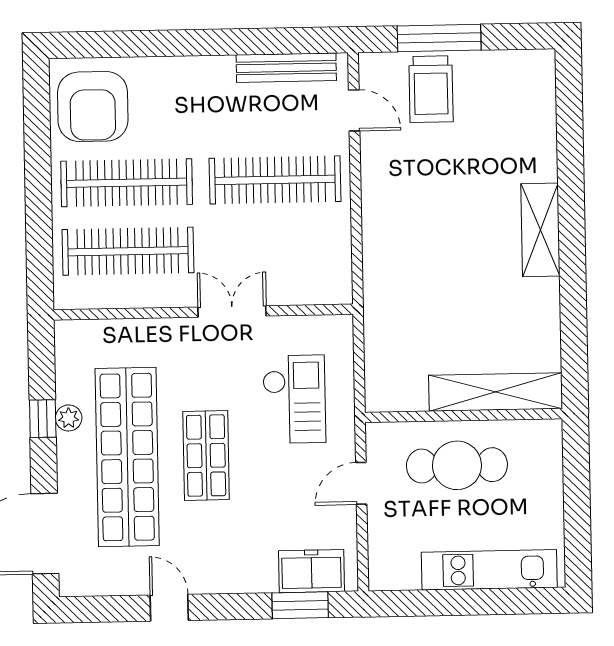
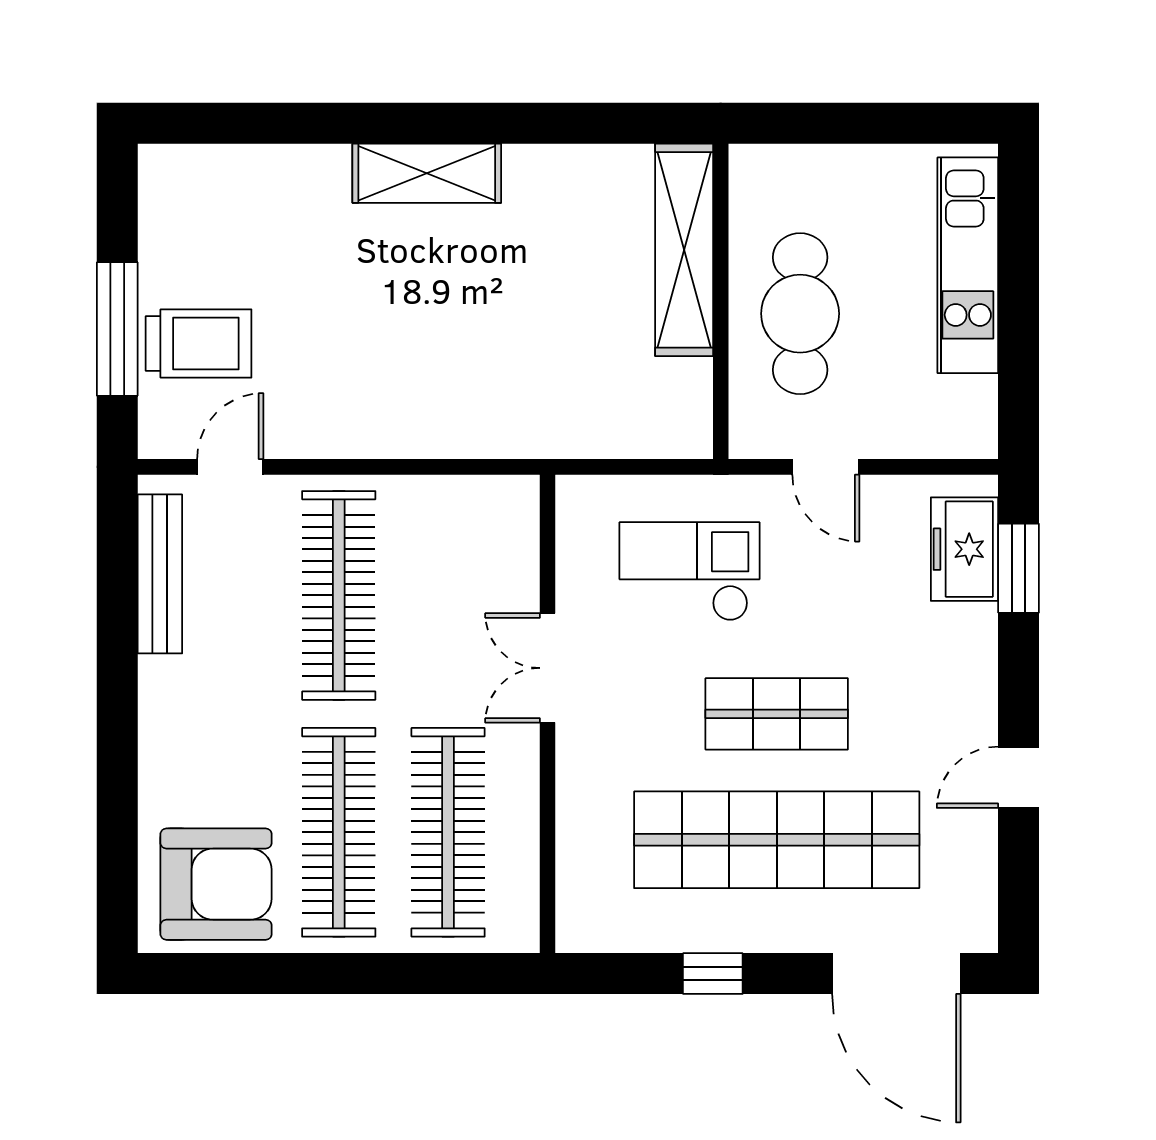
plant: (69, 418) -> (713, 932), removed

